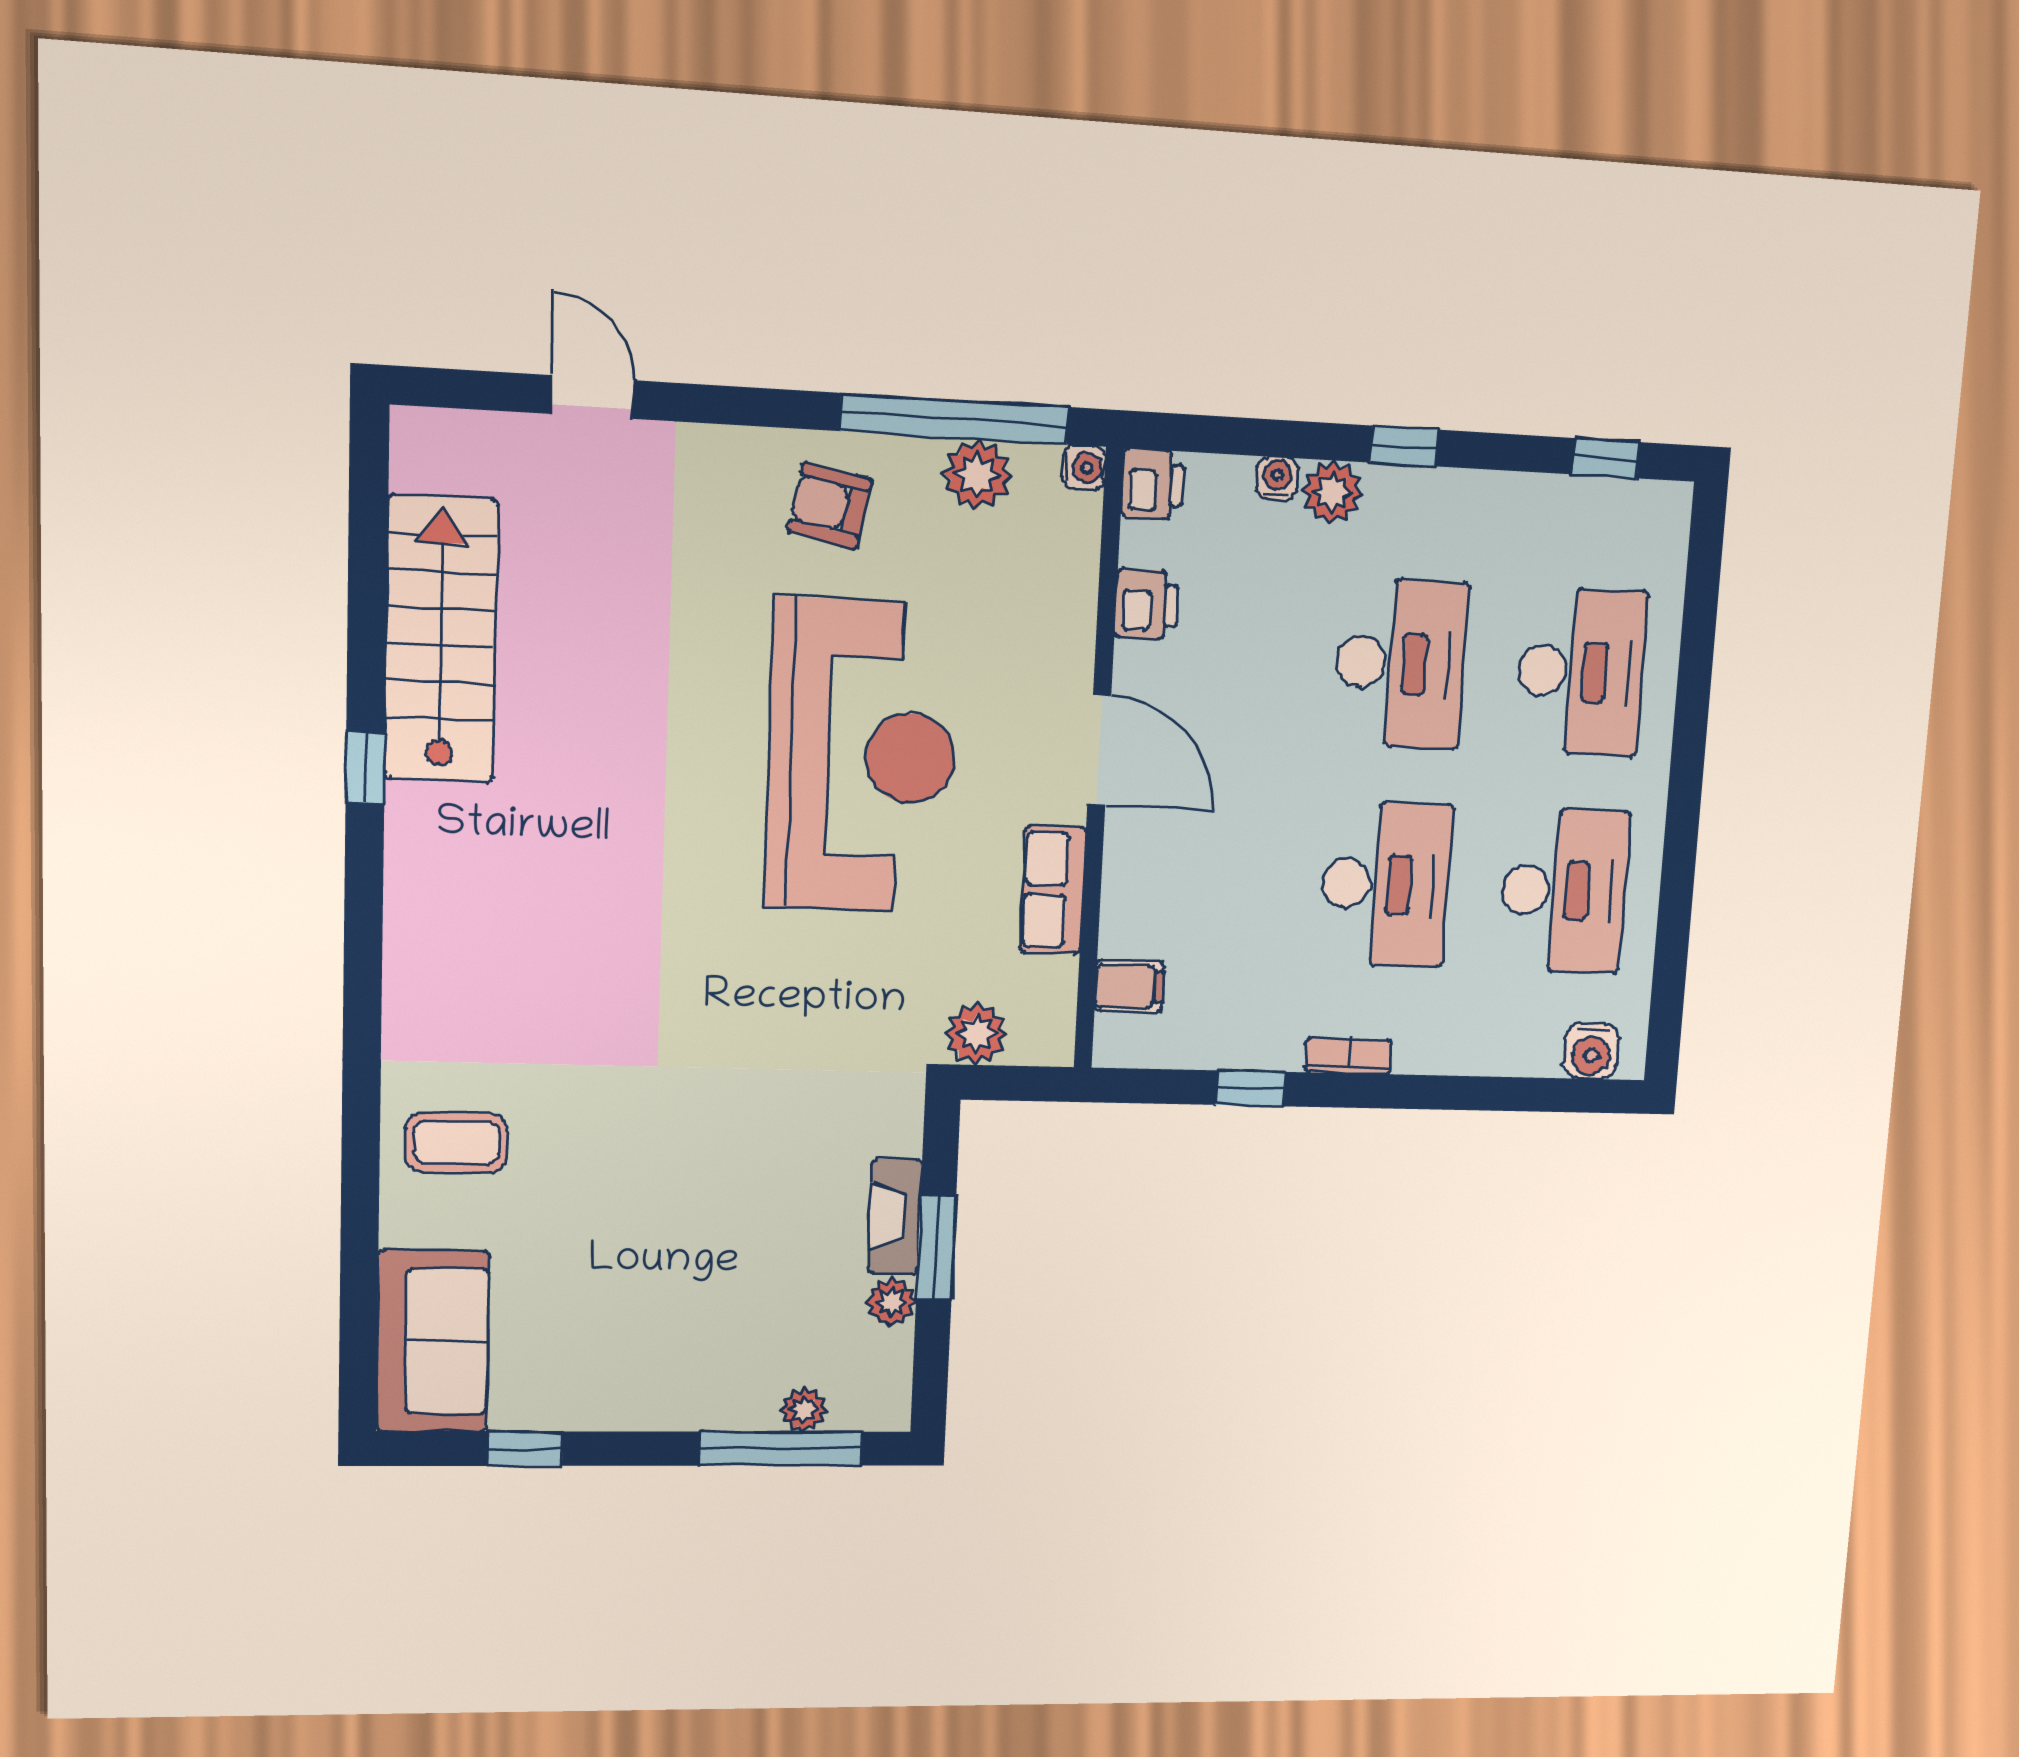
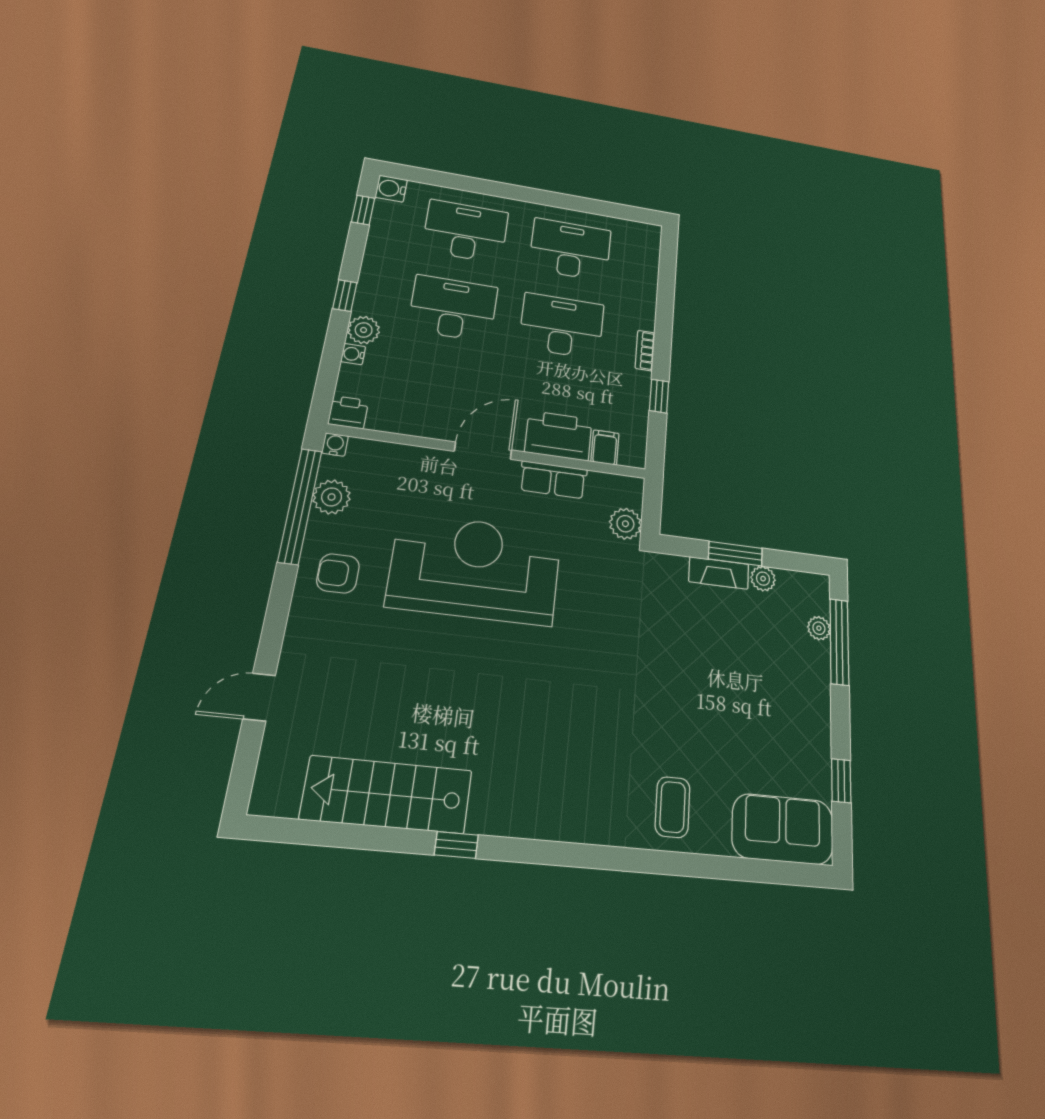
armchair: (830, 505) -> (338, 573), turned 79
printer: (1147, 604) -> (559, 436), moved, width x1.87, depth x1.48
water cooler: (1592, 1051) -> (391, 189), moved, turned 180

